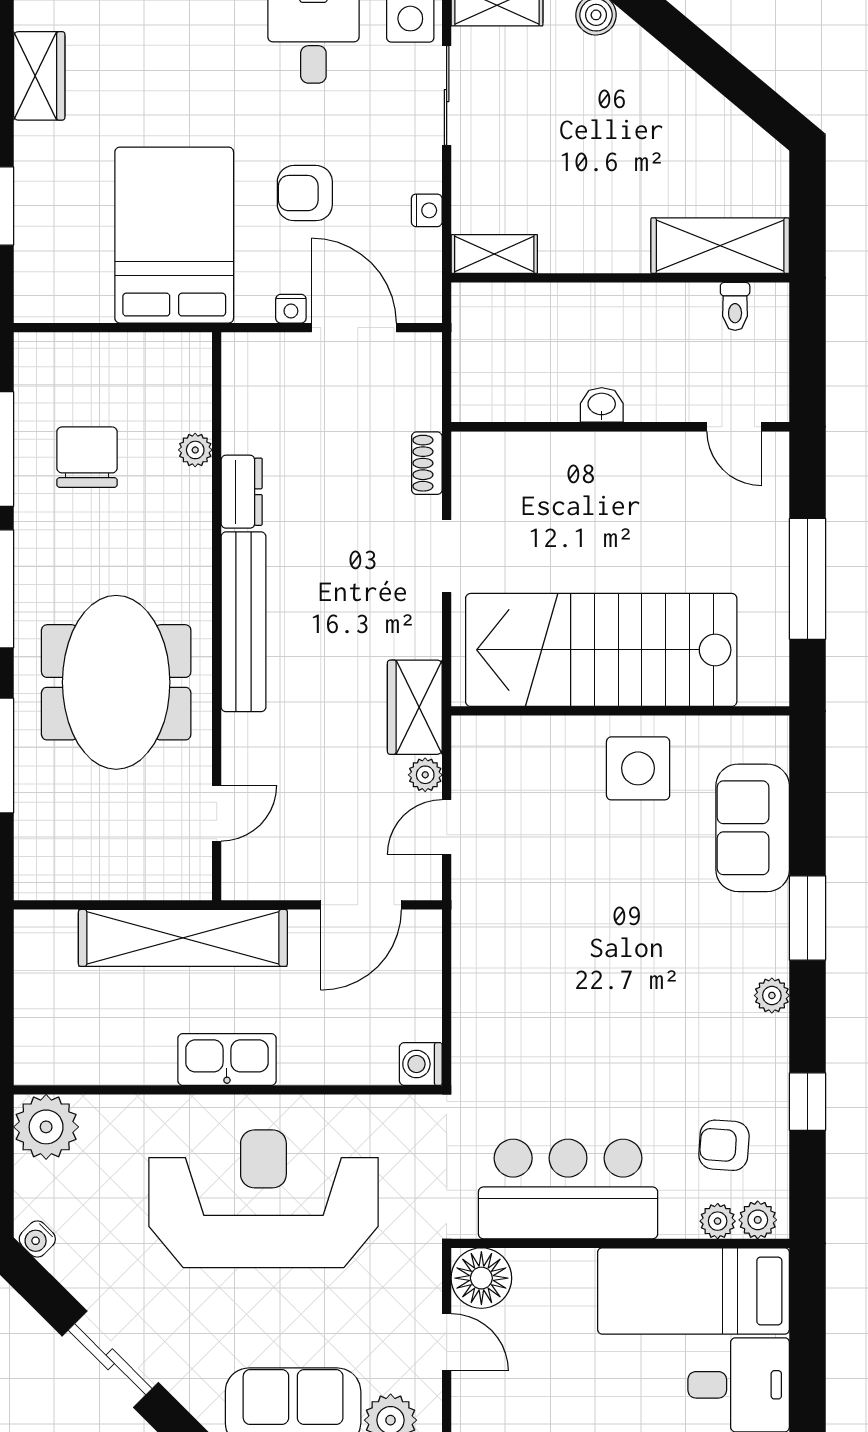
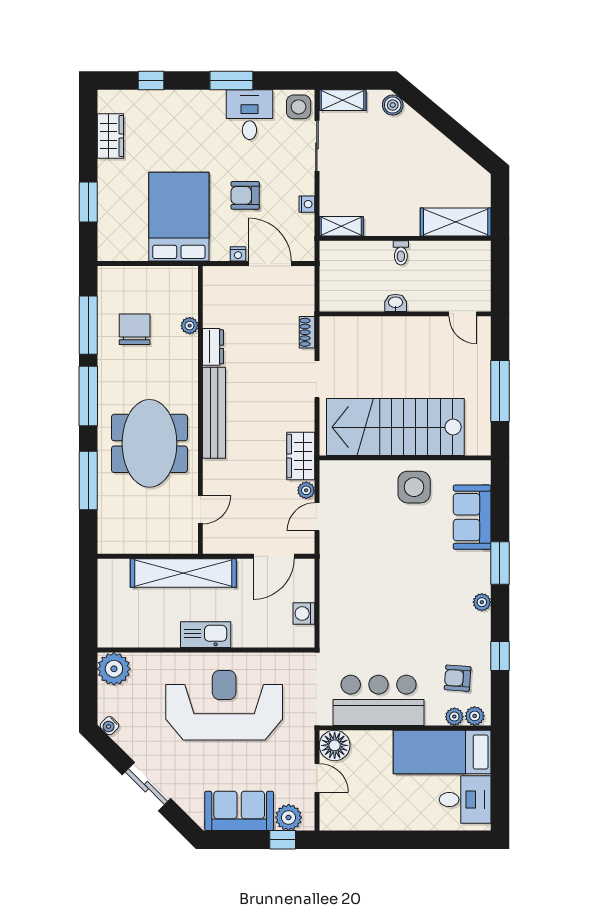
toilet: (735, 306) -> (401, 253), moved
washing machine: (421, 1064) -> (304, 614), moved

